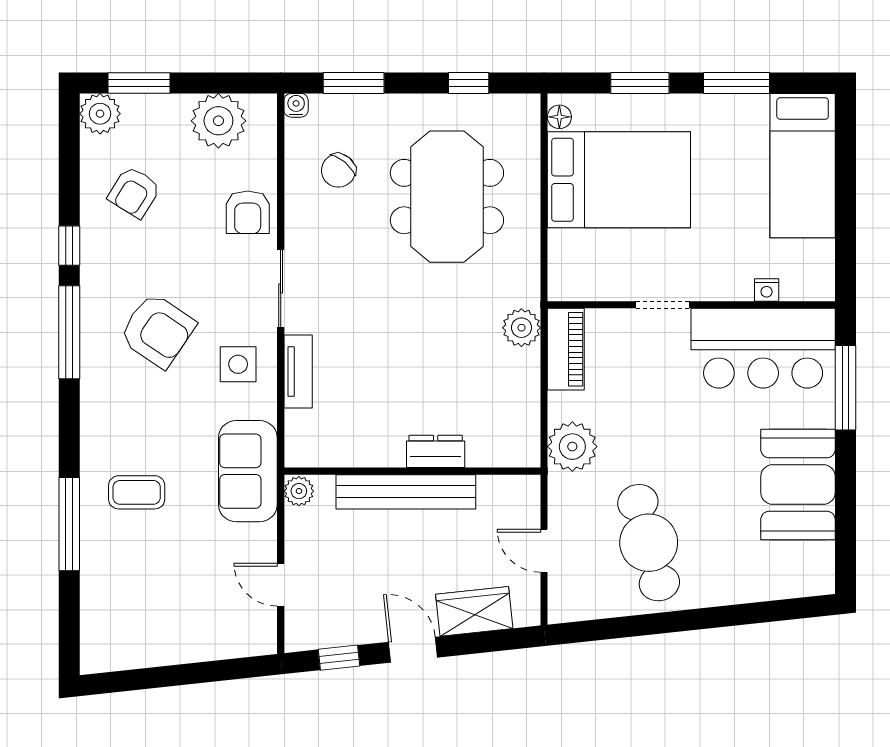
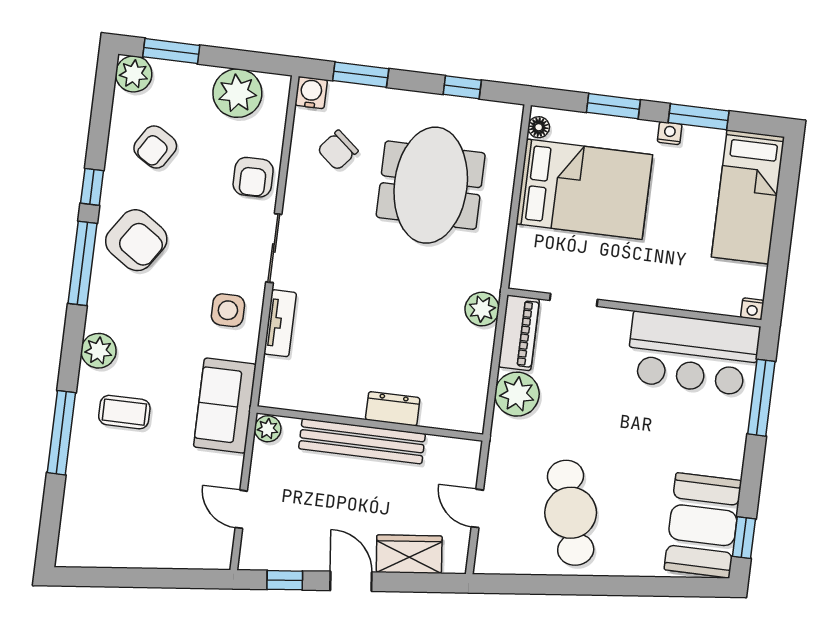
water cooler: (296, 105) -> (311, 93), width x1.38, depth x1.38
nightstand: (706, 105) -> (670, 133), added
nightstand: (767, 290) -> (752, 309), moved
doorway: (663, 305) -> (574, 300), moved
armchair: (157, 330) -> (136, 240), moved
plant: (99, 427) -> (98, 351), added
plant: (572, 447) -> (517, 394), moved
booth: (798, 485) -> (703, 525), moved
window: (845, 546) -> (744, 538), added

